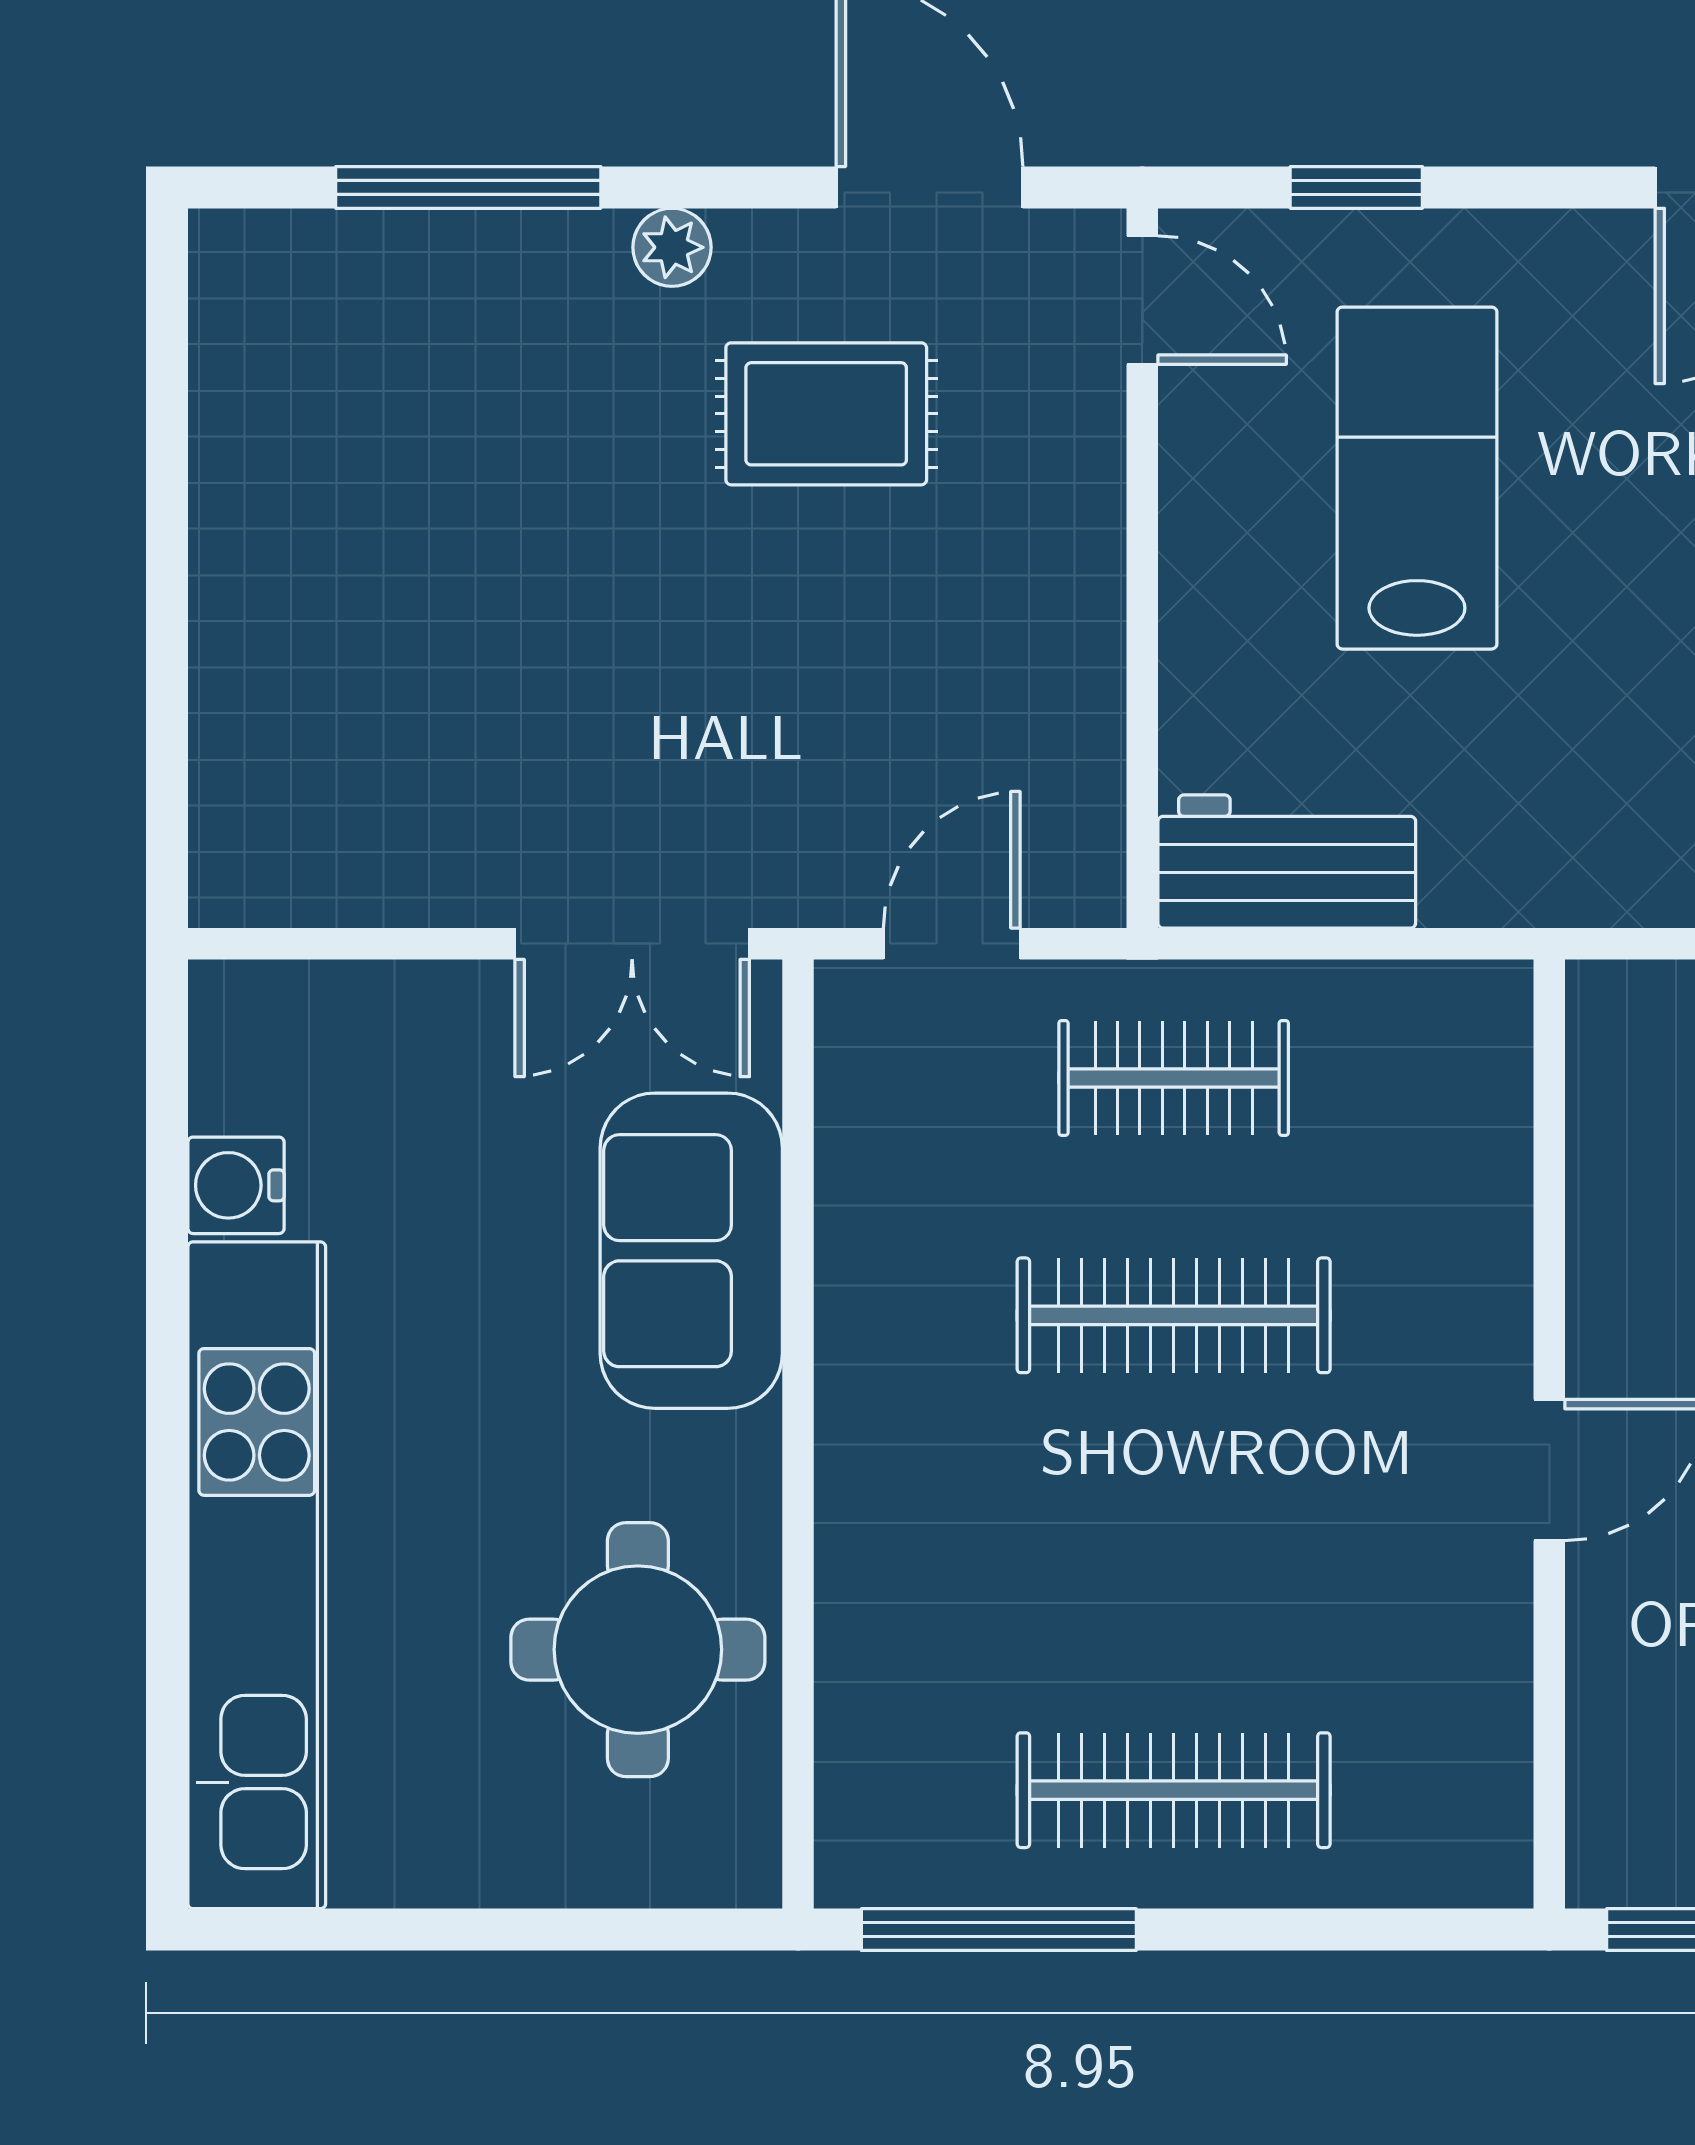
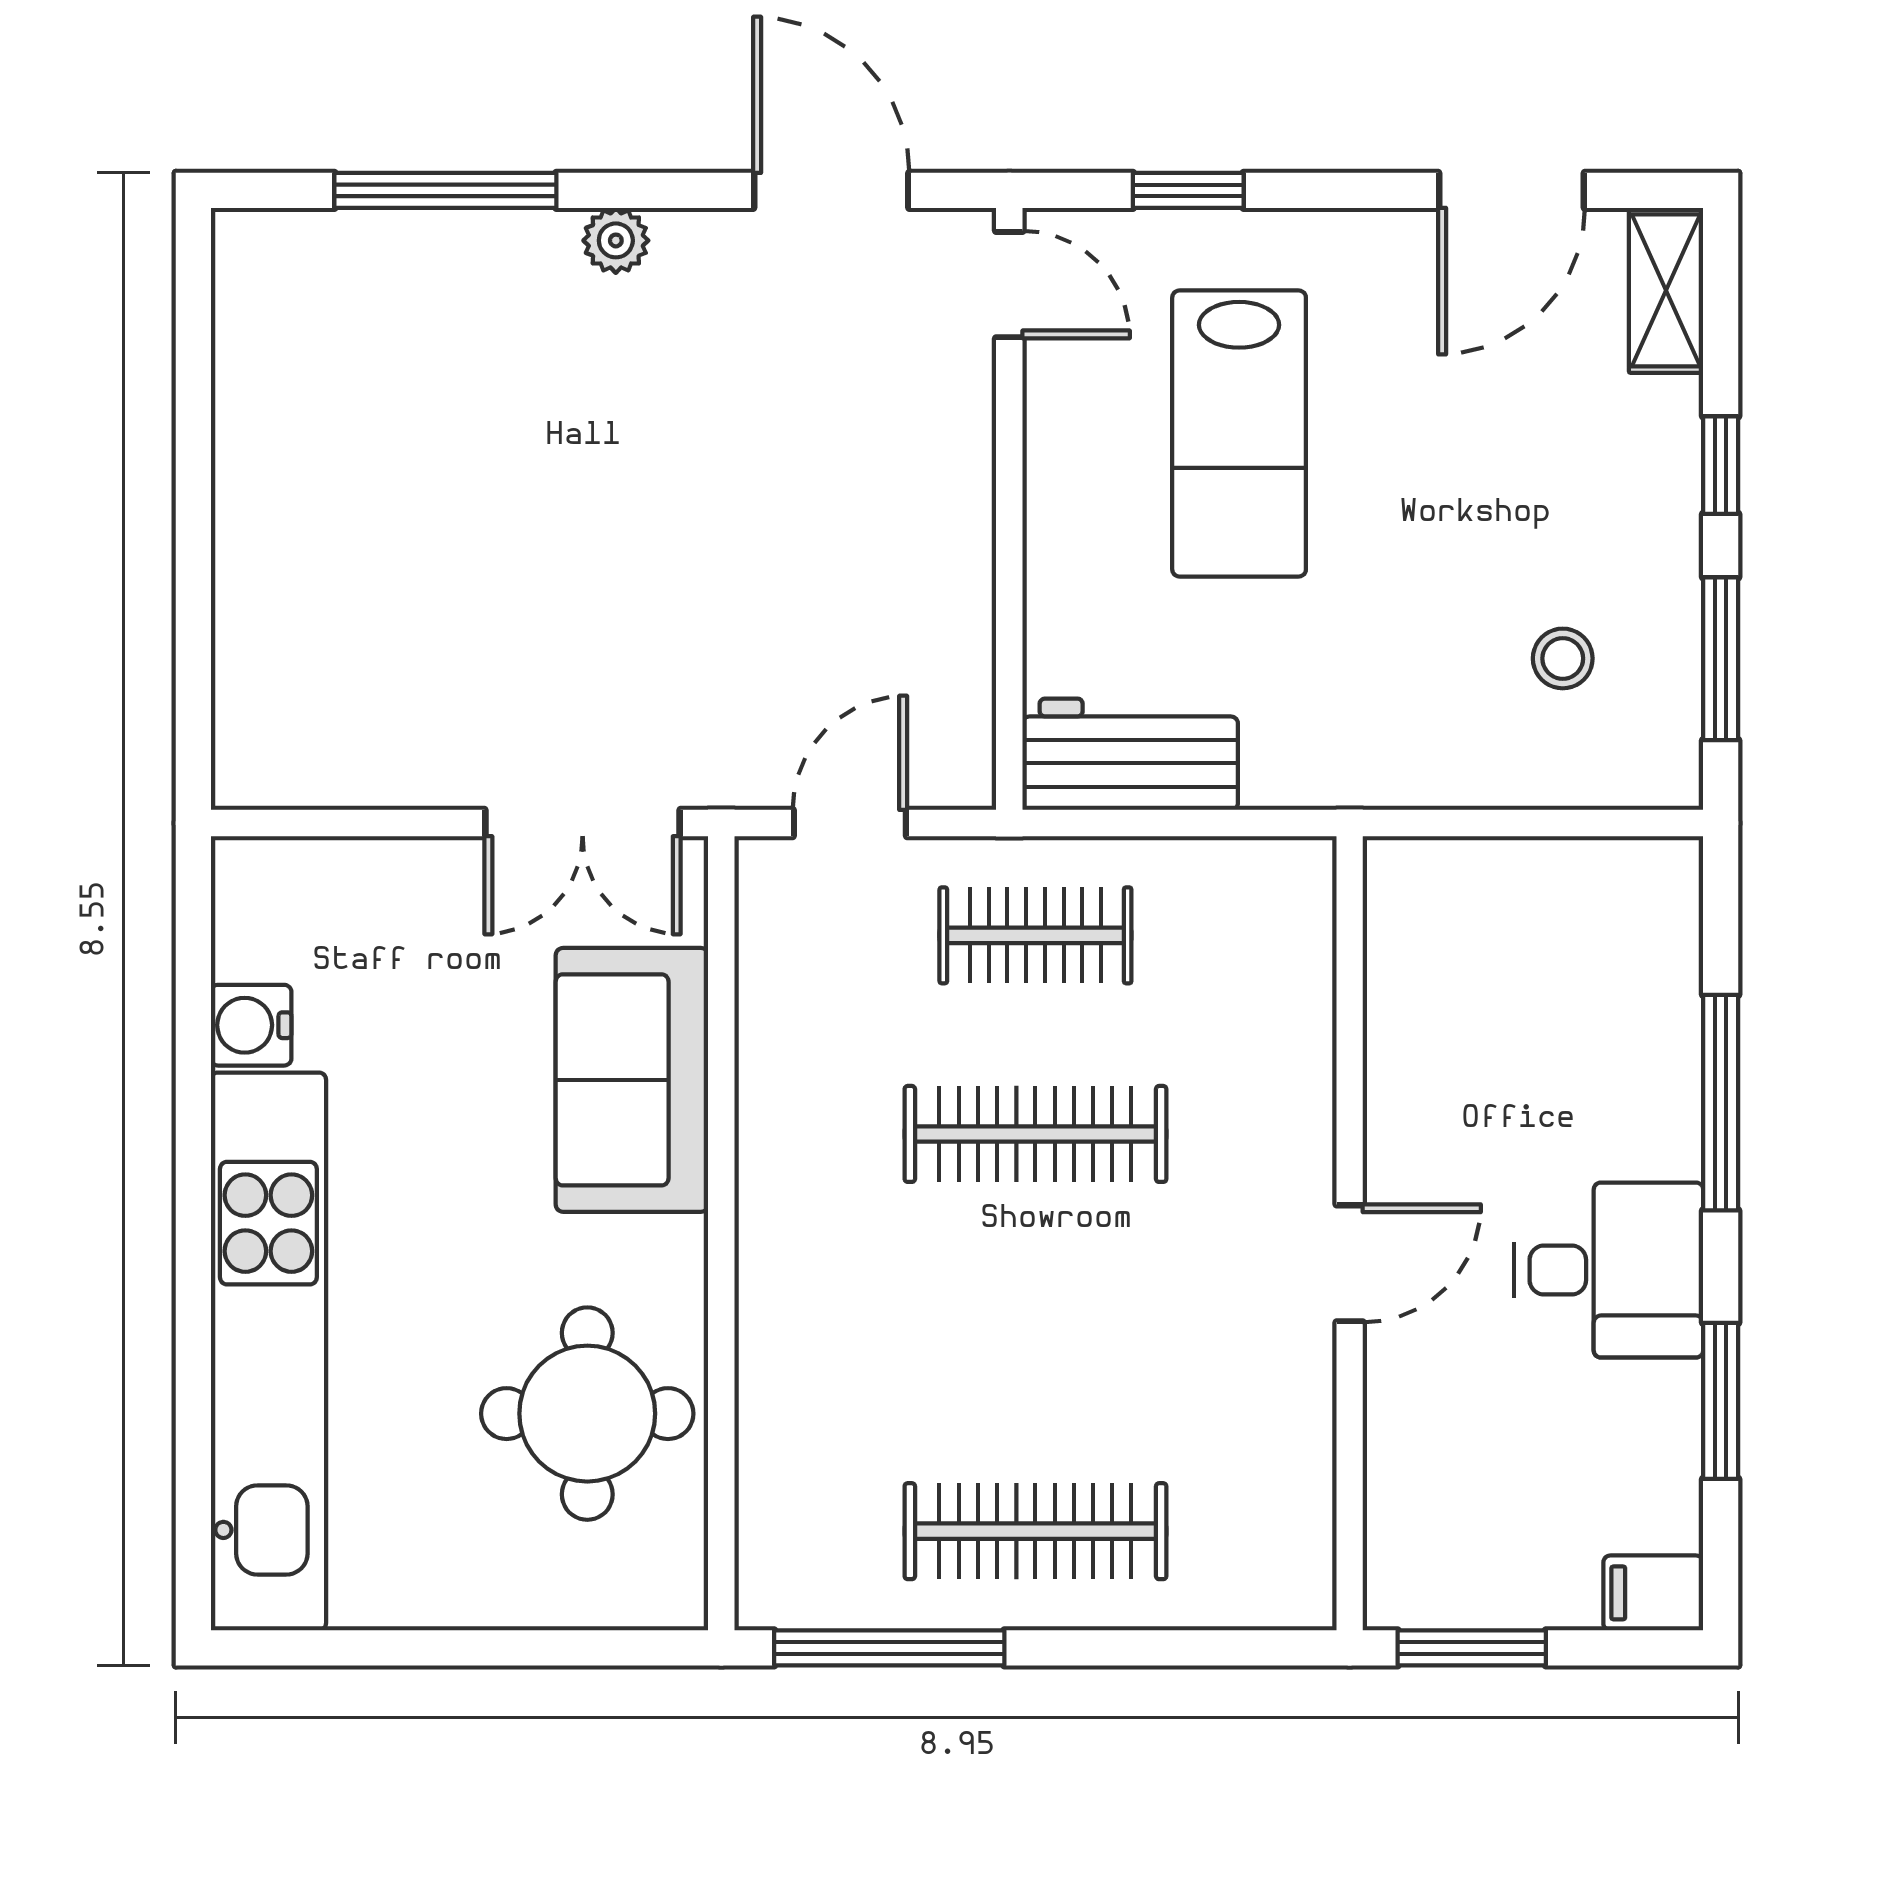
rug: (826, 414) -> (745, 380), removed
lab bench: (1417, 478) -> (1239, 433), turned 180

